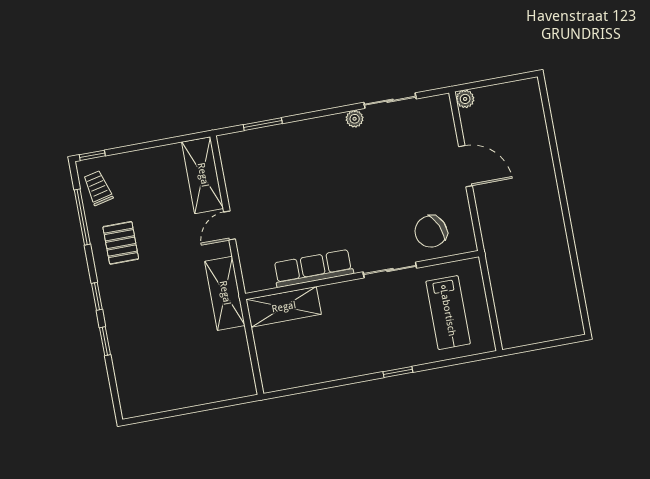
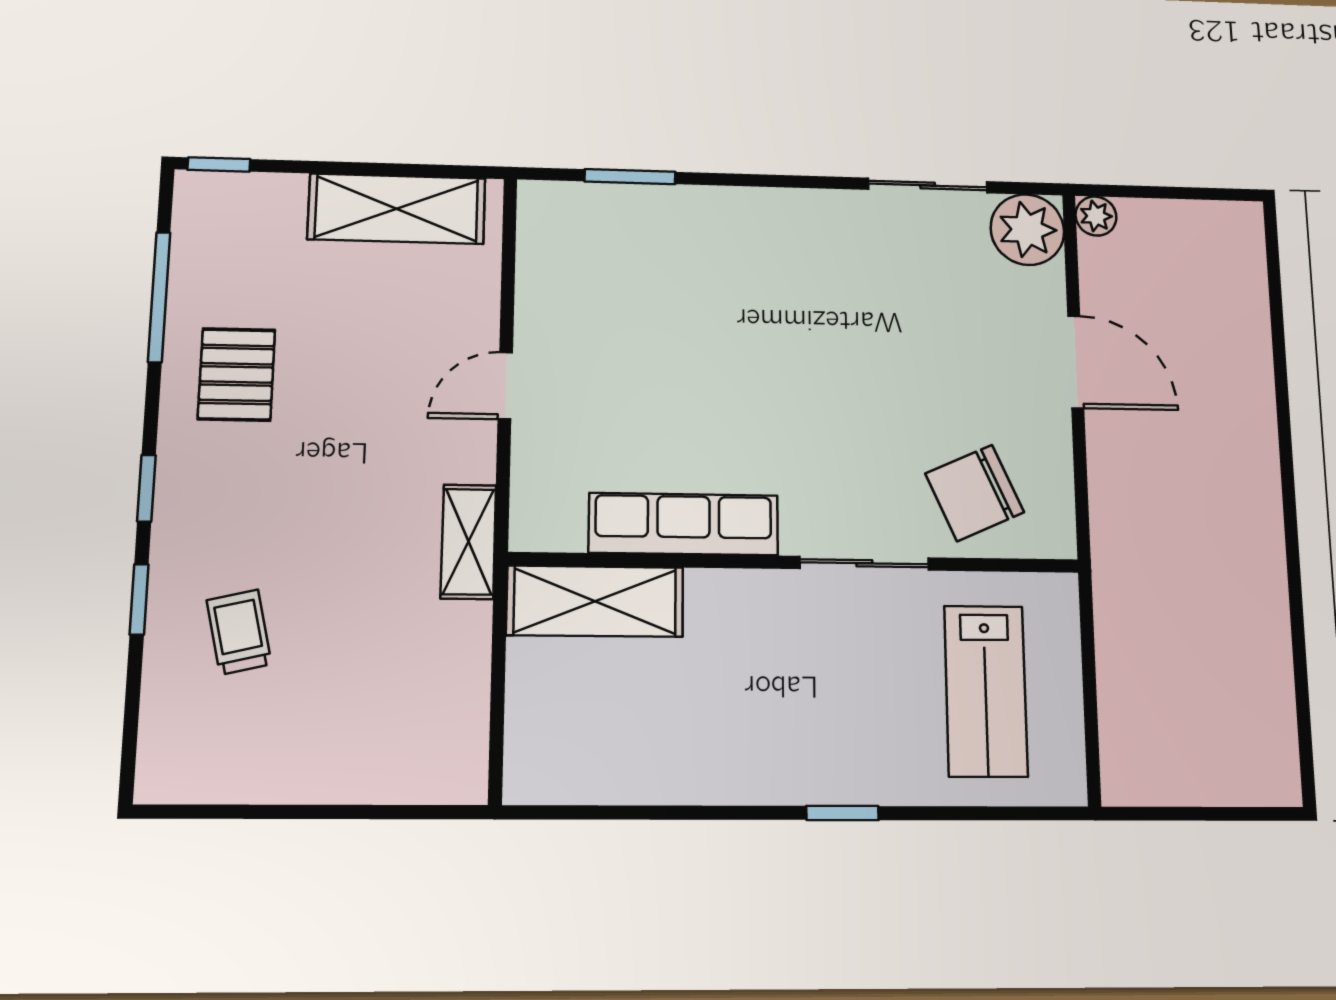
plant: (355, 119) -> (1027, 230), moved, width x1.88, depth x1.88
shelving: (203, 175) -> (397, 209), moved, turned 90
trolley: (98, 188) -> (239, 632), moved
shelving: (225, 293) -> (468, 542), width x0.67, depth x0.75

